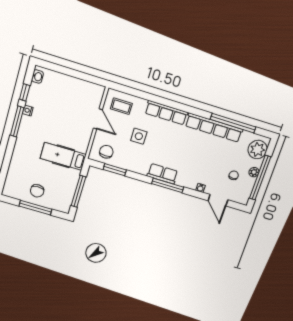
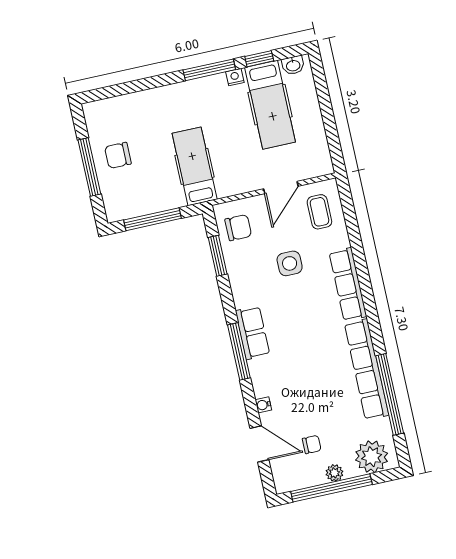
hospital bed: (52, 100) -> (270, 105), added
door: (218, 200) -> (259, 444), swing flipped

